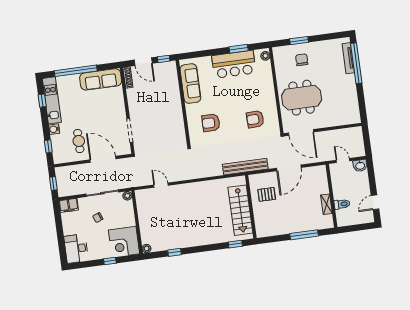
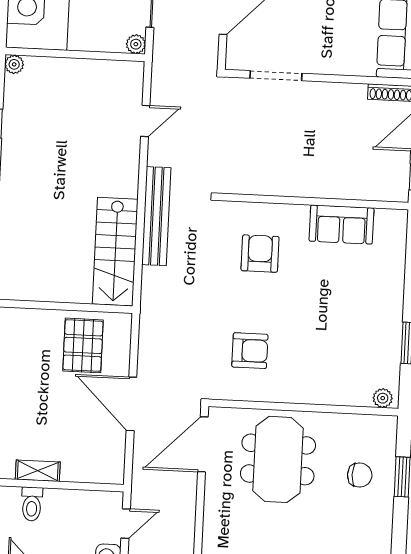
bar counter: (234, 64) -> (377, 327), removed
sofa: (190, 84) -> (342, 225), width x0.73
armchair: (255, 119) -> (250, 351), turned 92
bench: (245, 167) -> (156, 216), moved
pallet: (267, 194) -> (83, 345), width x1.50, depth x1.42
stairs: (240, 210) -> (115, 252), moved, turned -90

